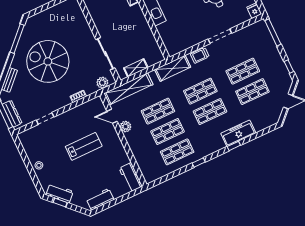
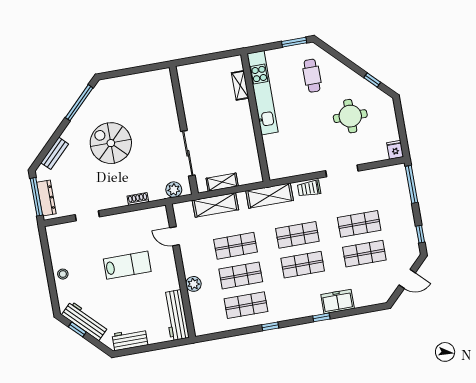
spiral stairs: (48, 61) -> (111, 143), width x0.73, depth x0.73
shelving: (128, 89) -> (215, 205), width x0.68
plant: (126, 127) -> (193, 284), moved
freezer: (238, 133) -> (338, 302), width x0.71
workbench: (131, 177) -> (176, 315), width x1.38
workbench: (60, 193) -> (85, 321), width x1.38

